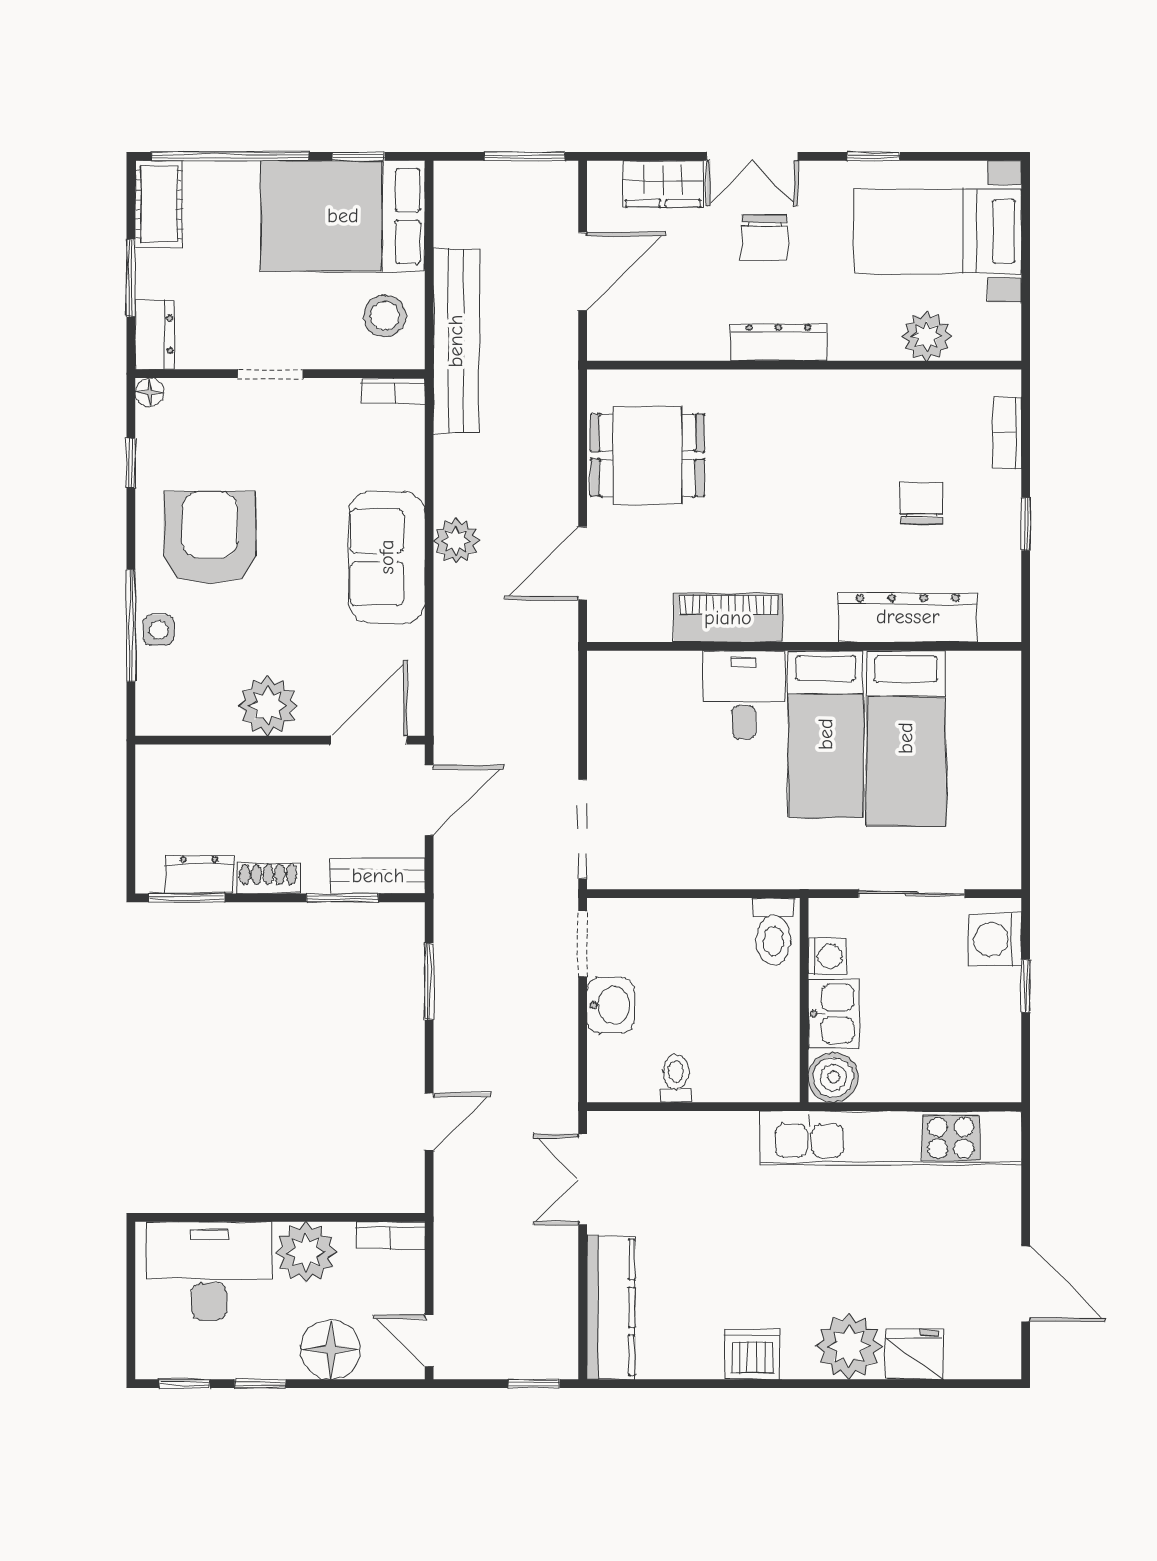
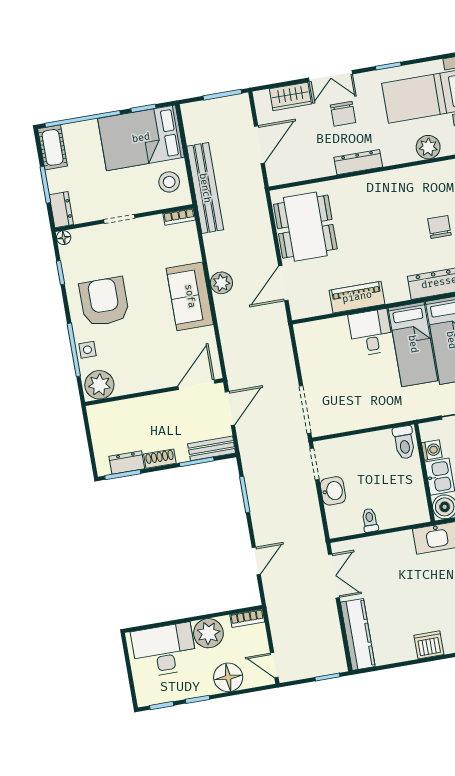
dining table: (647, 455) -> (305, 227), width x1.37
plant: (268, 706) -> (99, 385), moved
double door: (583, 1179) -> (334, 576), swing flipped

